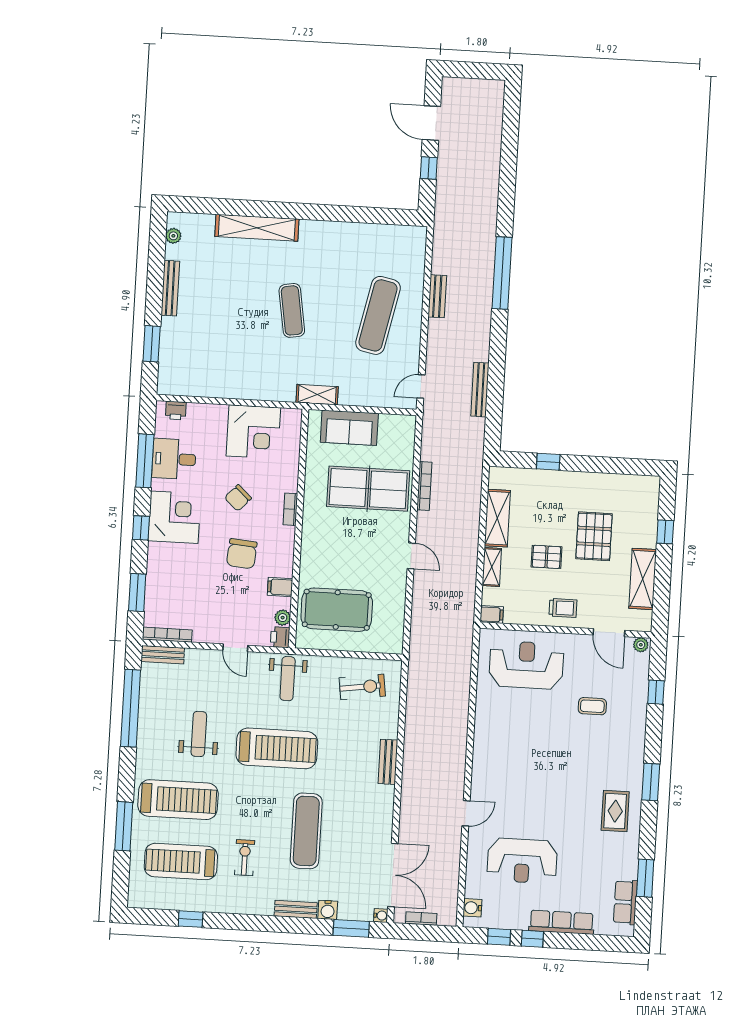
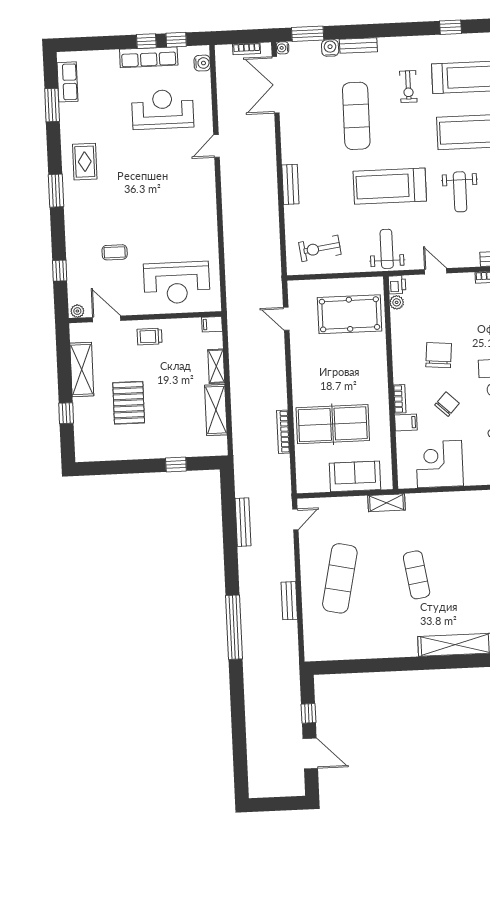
door: (411, 556) -> (286, 319), moved
pallet: (547, 557) -> (169, 380), removed
filing cabinet: (280, 587) -> (406, 422), moved
row of seats: (562, 922) -> (149, 57), moved

